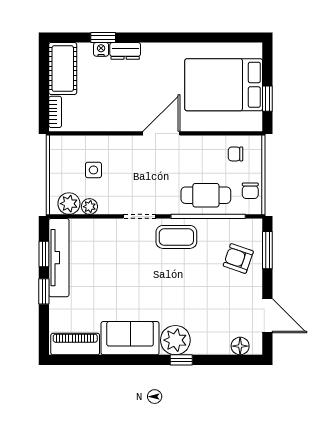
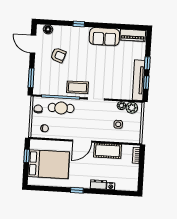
window: (103, 37) -> (77, 190), moved
cot: (63, 69) -> (108, 151), moved, turned 90
armchair: (238, 259) -> (58, 55), moved
plant: (175, 340) -> (81, 34), removed

